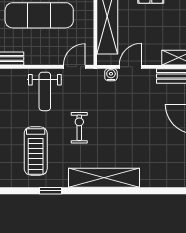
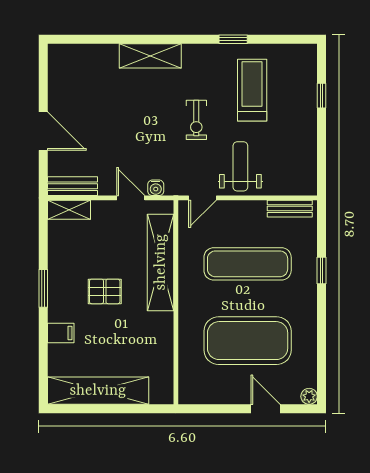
door: (130, 67) -> (131, 198), swing flipped
shelving: (104, 178) -> (150, 56), width x0.68

